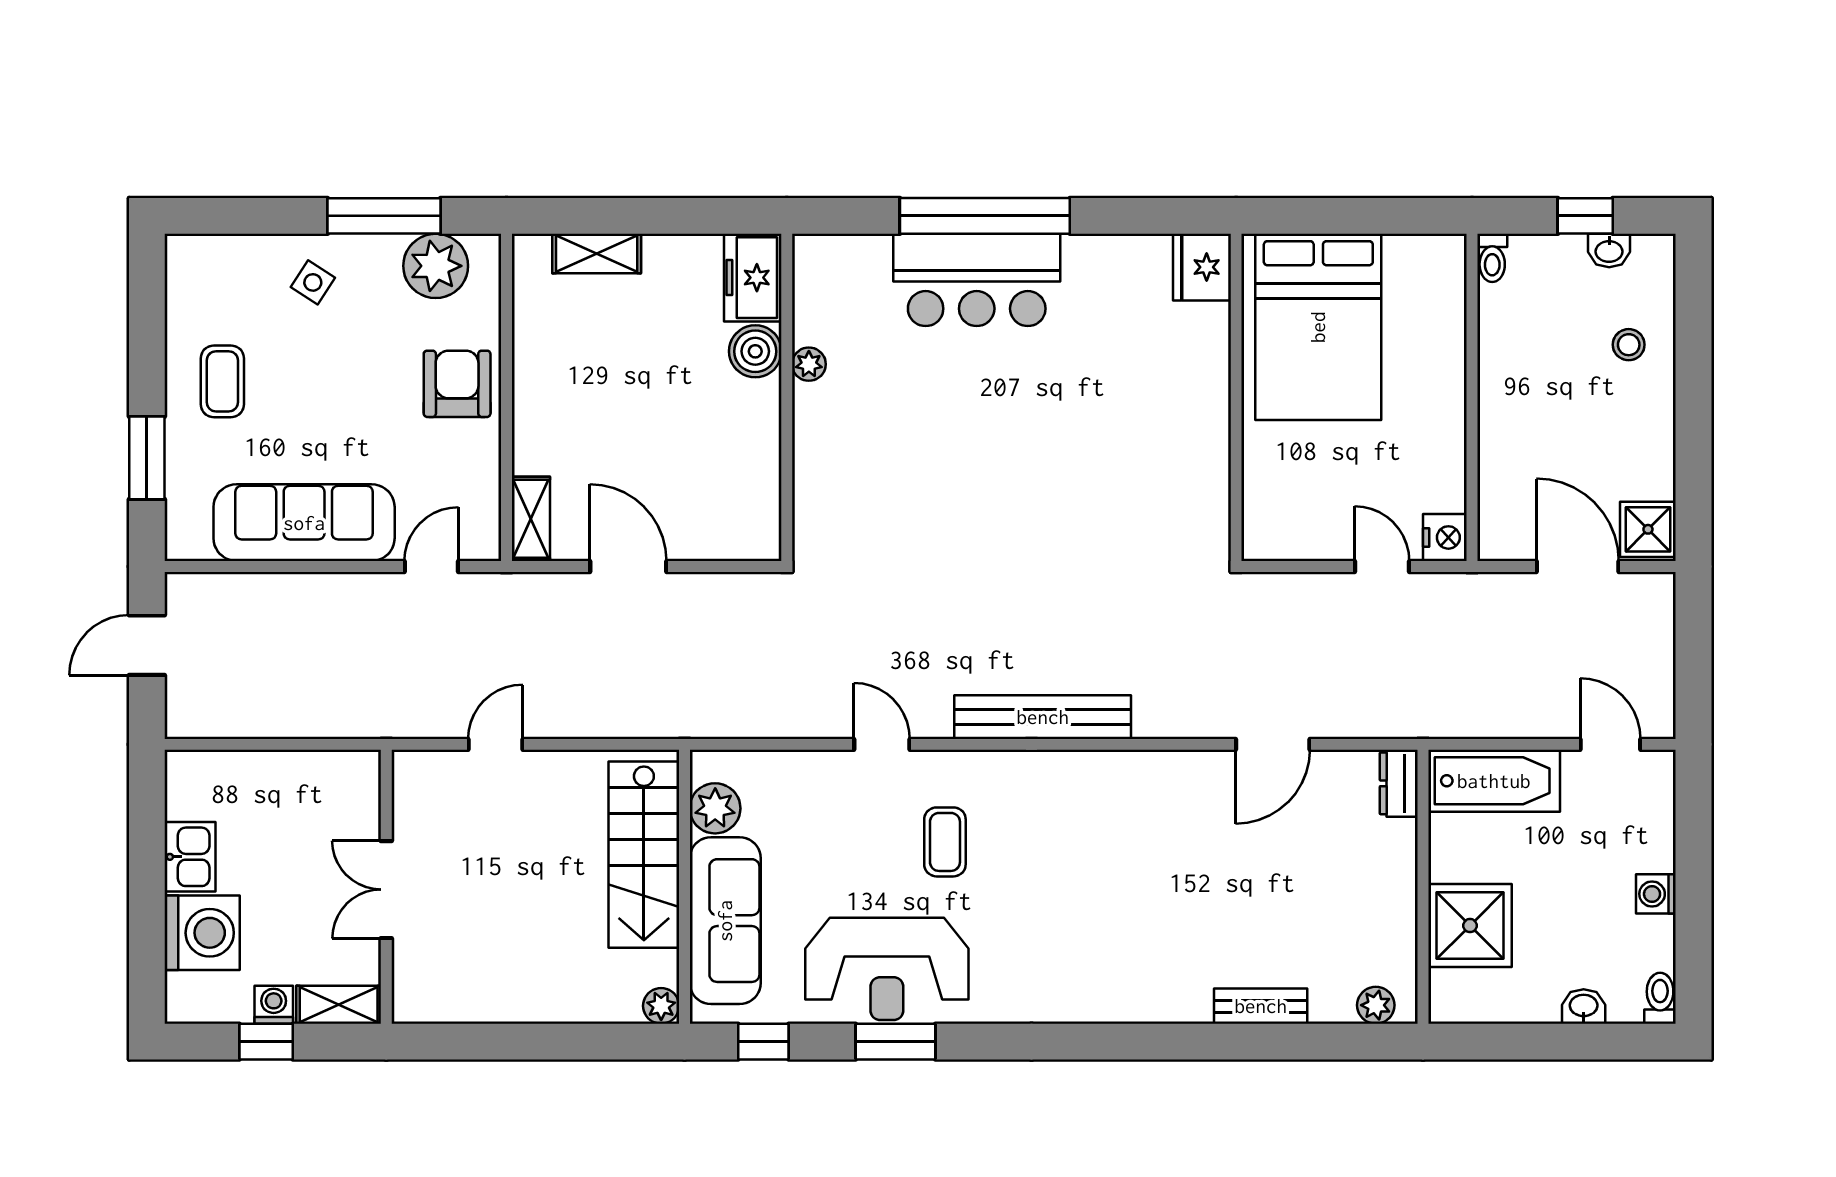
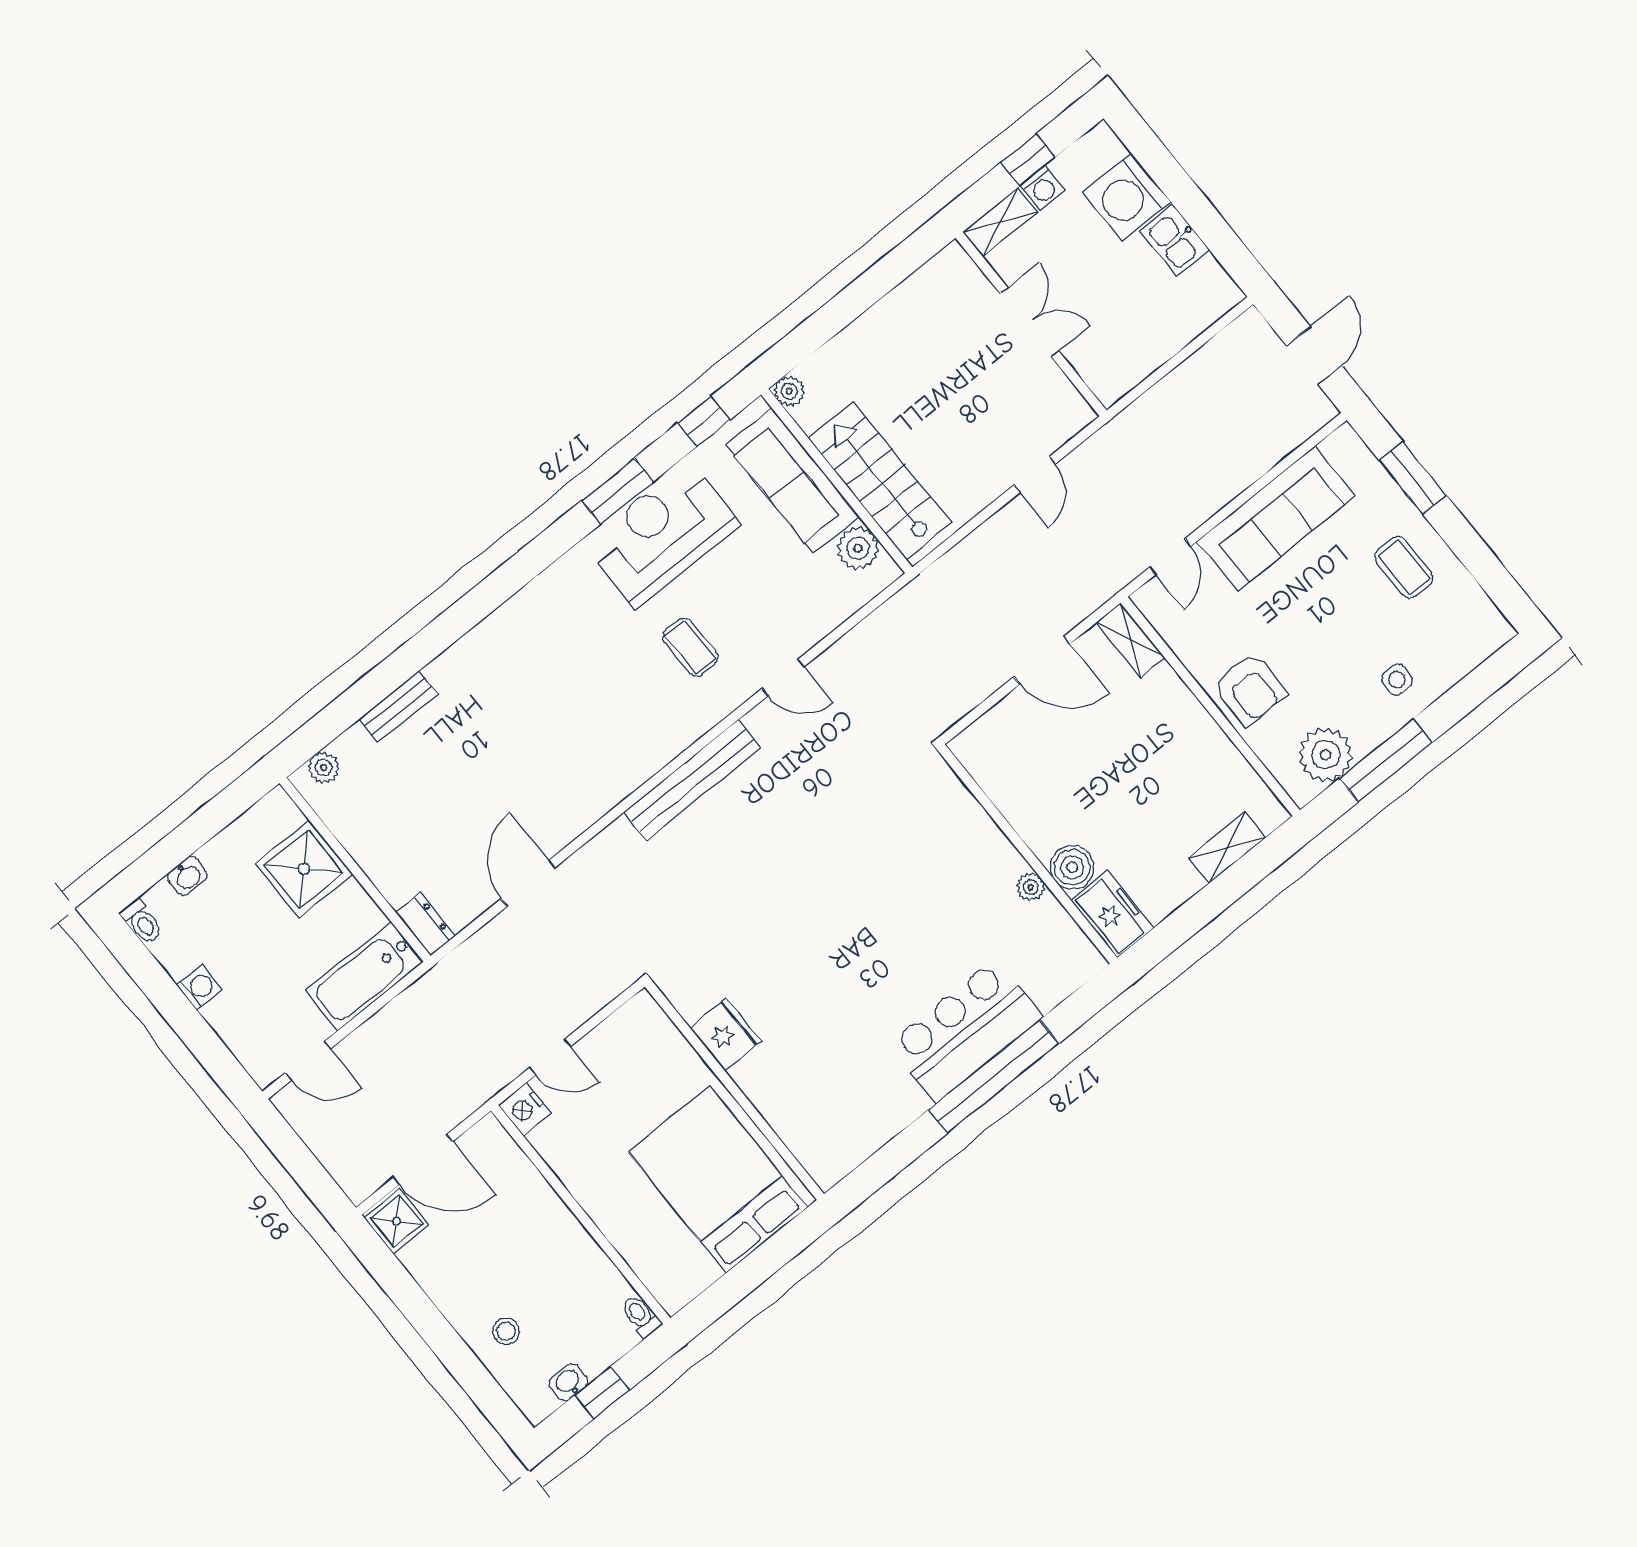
fridge: (1202, 267) -> (726, 1034), moved
side table: (313, 282) -> (1397, 679), turned -34

